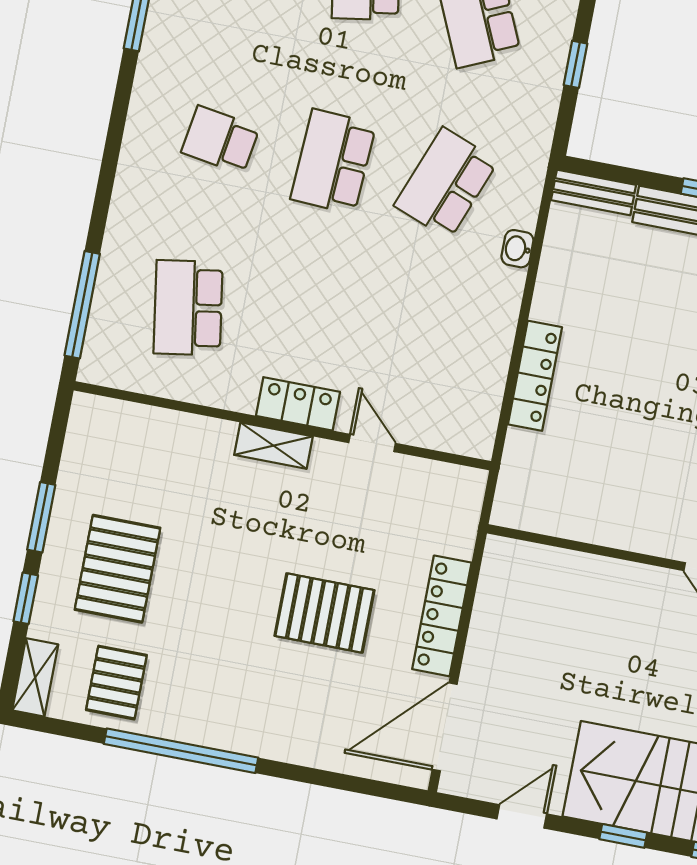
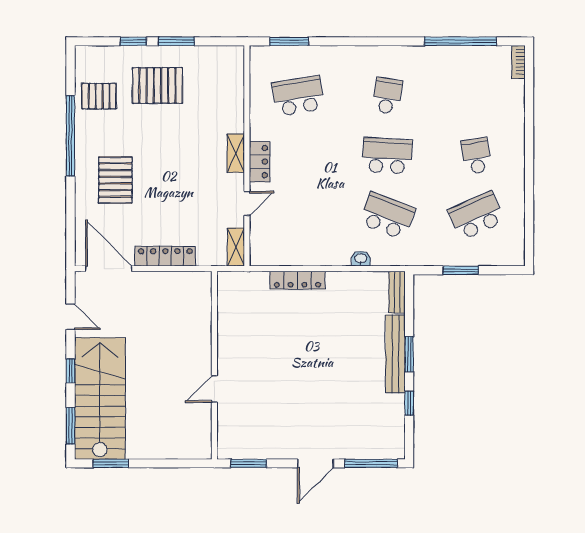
window: (575, 64) -> (461, 270), width x1.50
window: (82, 305) -> (289, 41), width x0.69
pallet: (324, 613) -> (115, 180), moved
shelving: (35, 677) -> (236, 247), moved, turned 90

